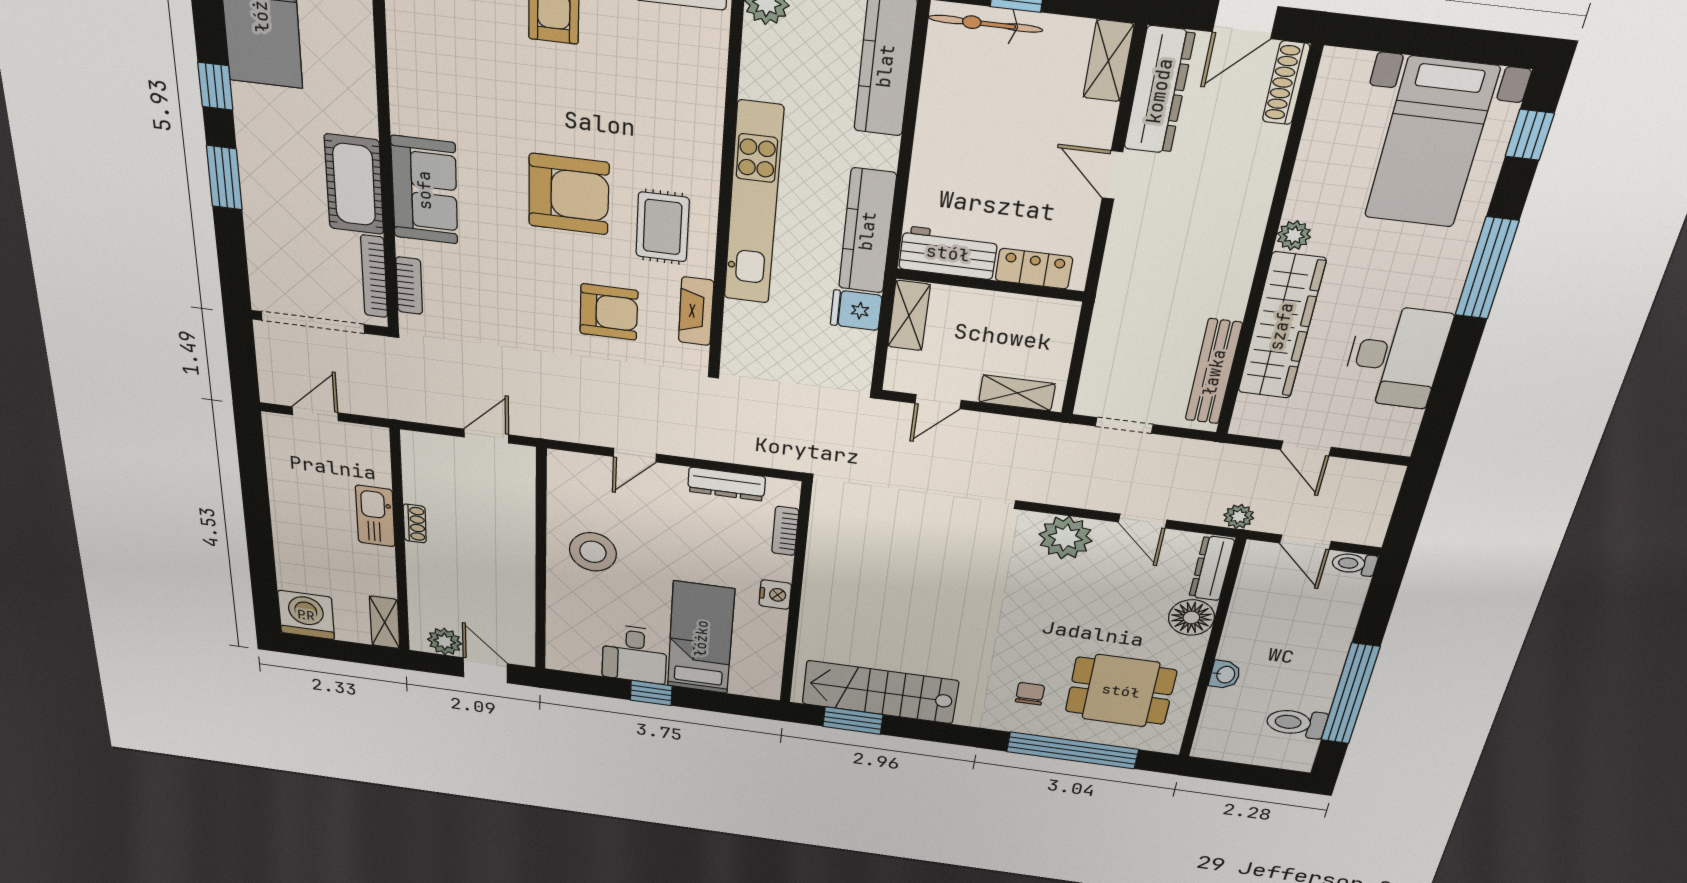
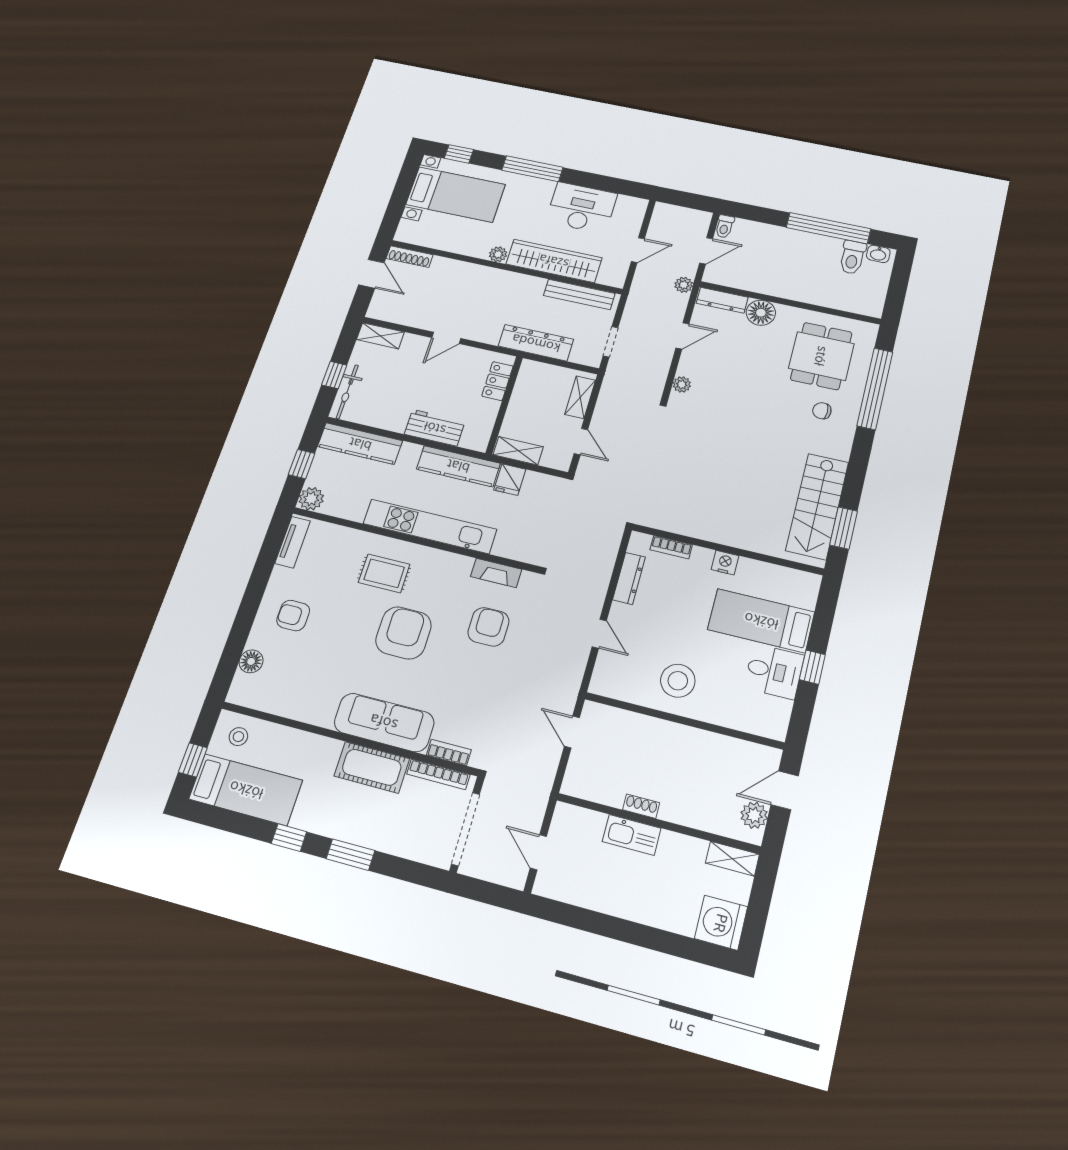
dresser: (1159, 91) -> (536, 343), moved
sofa: (424, 190) -> (384, 722), width x1.36
rug: (663, 227) -> (384, 573), moved
workbench: (948, 253) -> (435, 428), moved, turned 90
plant: (1065, 538) -> (682, 385), width x0.53, depth x0.53
washbasin: (1225, 675) -> (878, 254), moved, turned 180

